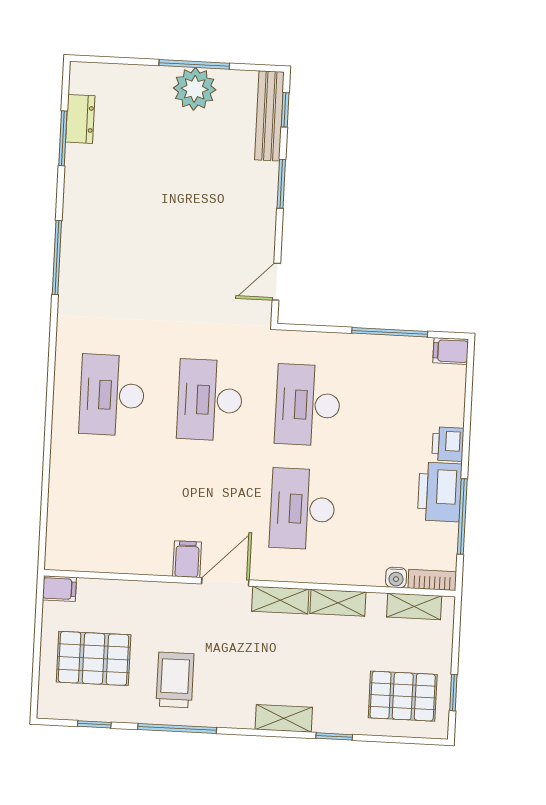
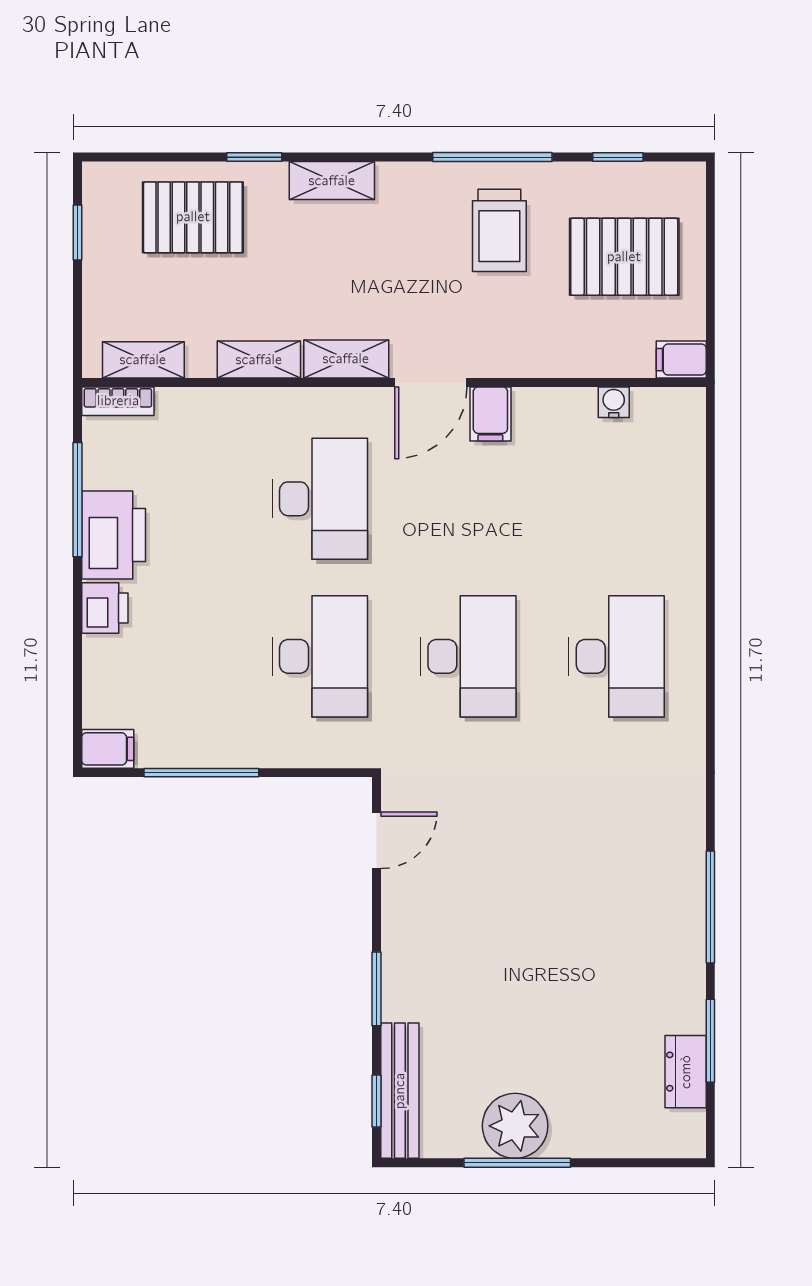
window: (57, 258) -> (710, 907), moved
water cooler: (396, 577) -> (614, 402), moved
pallet: (403, 696) -> (193, 217), moved

